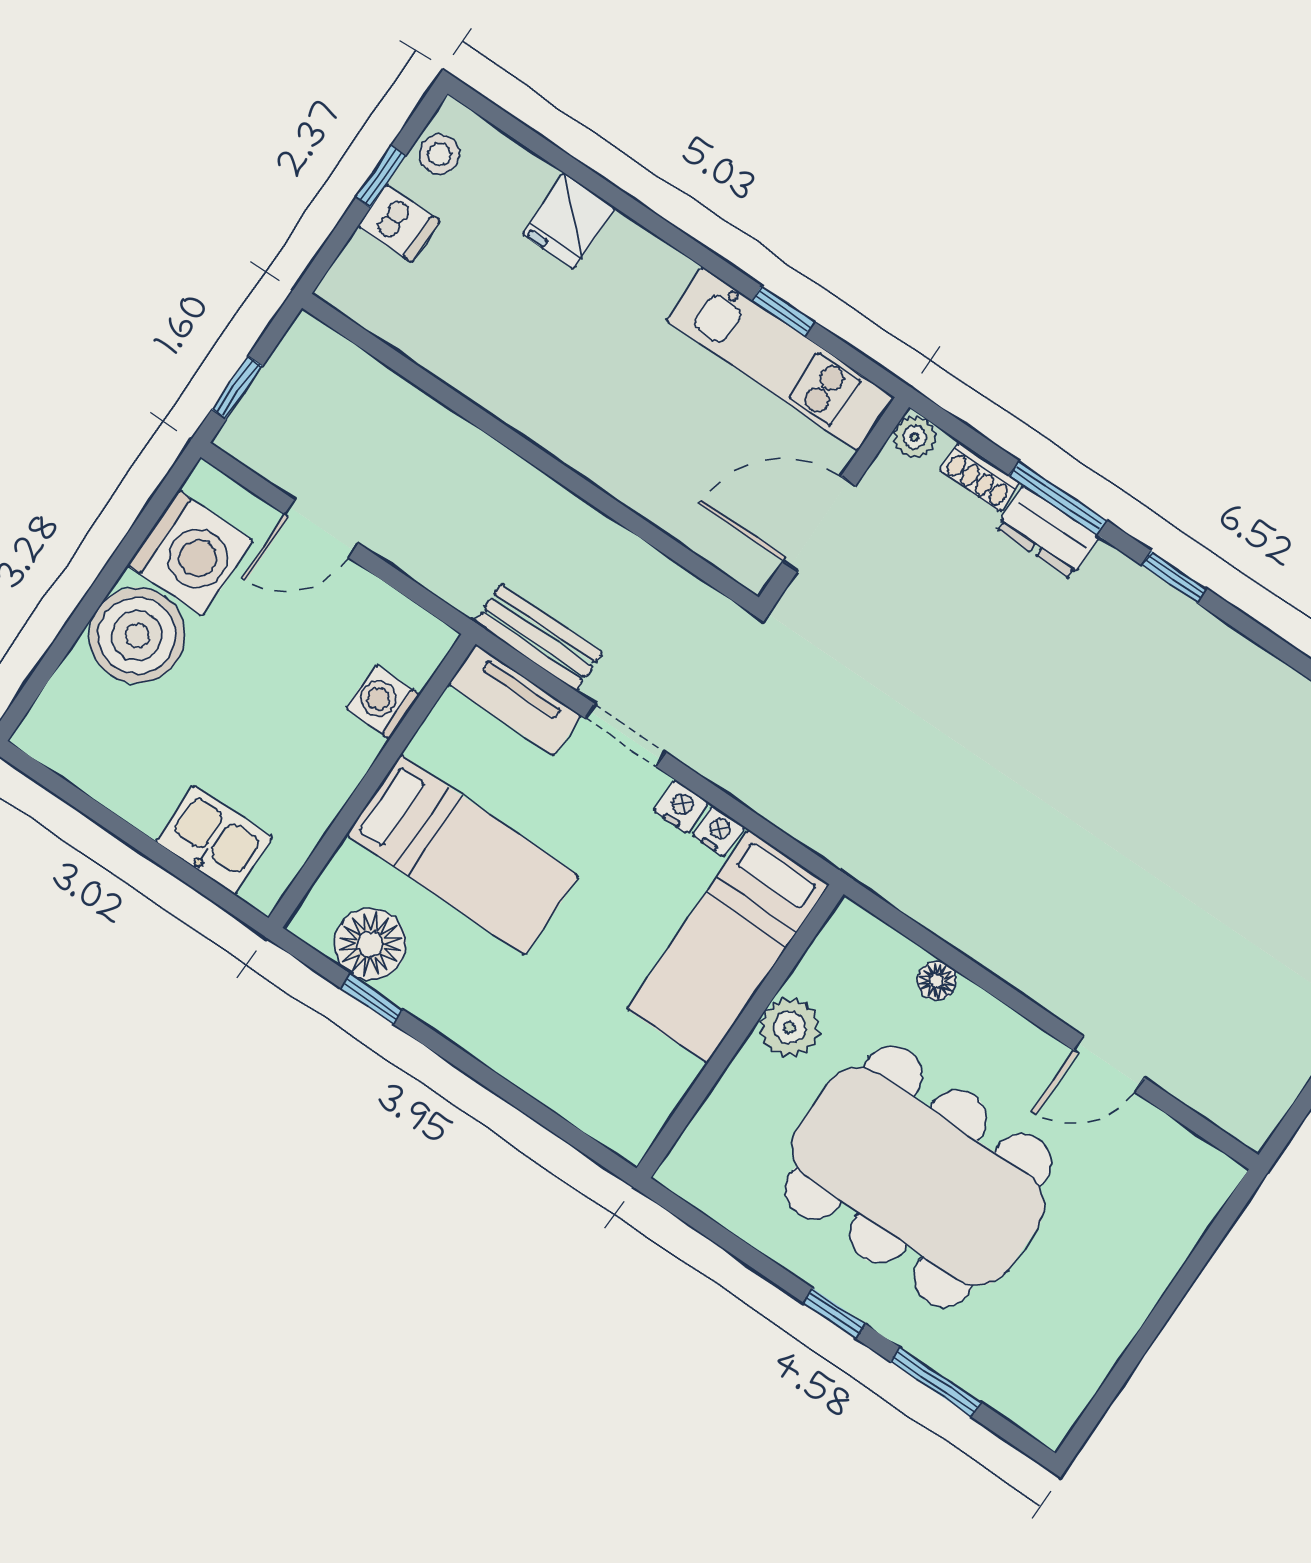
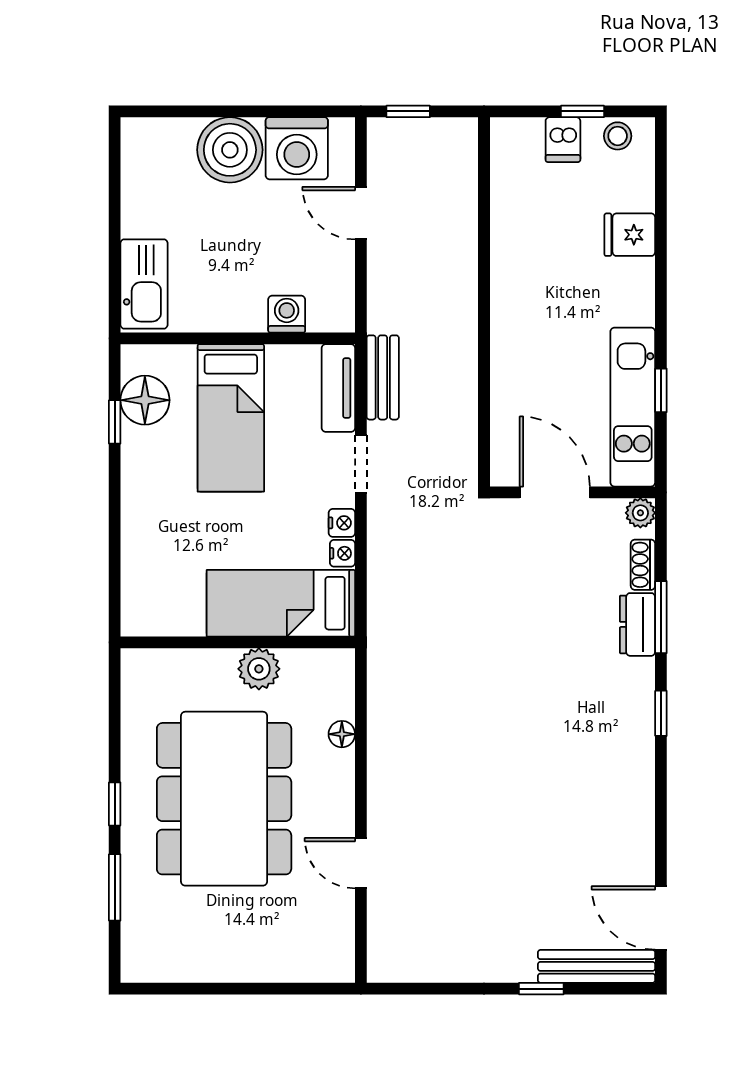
kitchen sink: (214, 840) -> (144, 284), width x1.38

